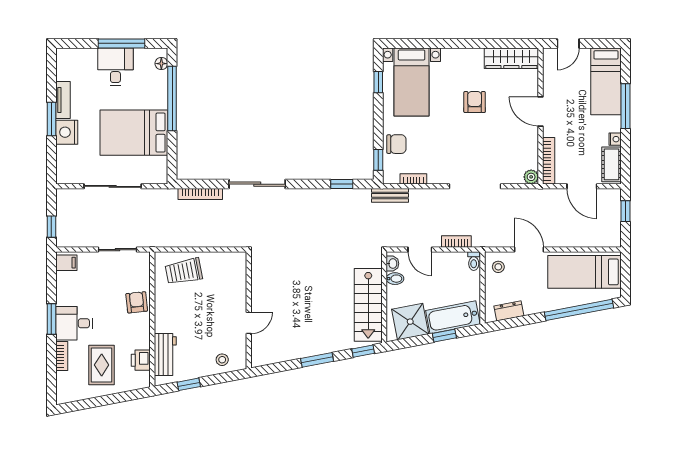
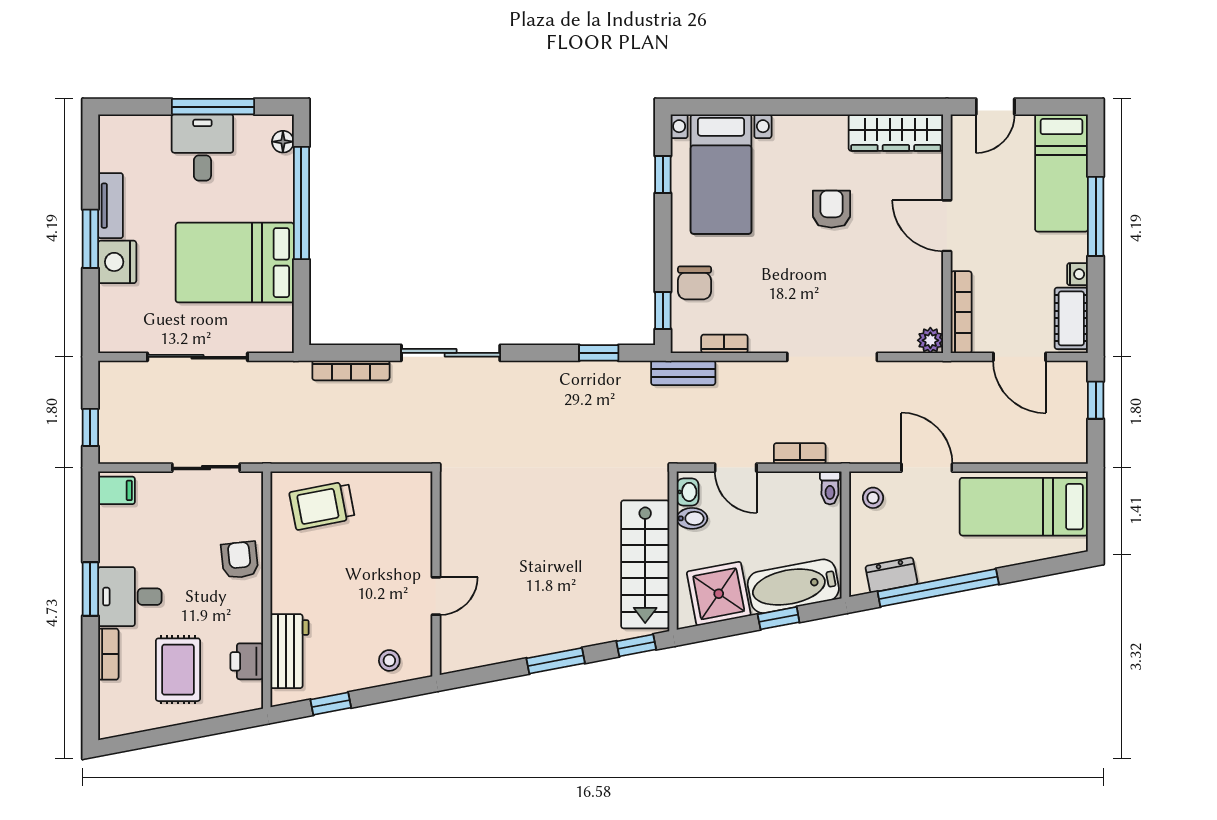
chair: (396, 144) -> (695, 283), turned 90
window: (579, 310) -> (938, 588), moved

